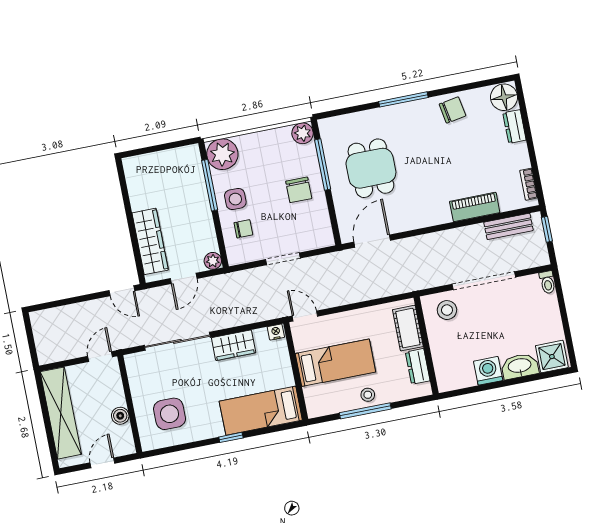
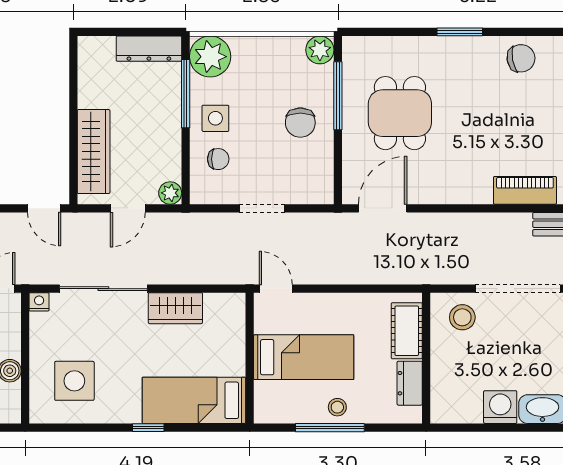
window: (403, 99) -> (460, 32), width x0.69
dresser: (176, 157) -> (149, 49), added
nightstand: (276, 332) -> (39, 302), moved

